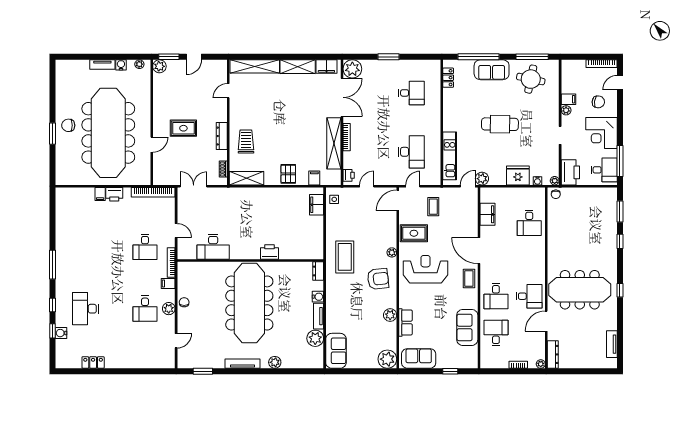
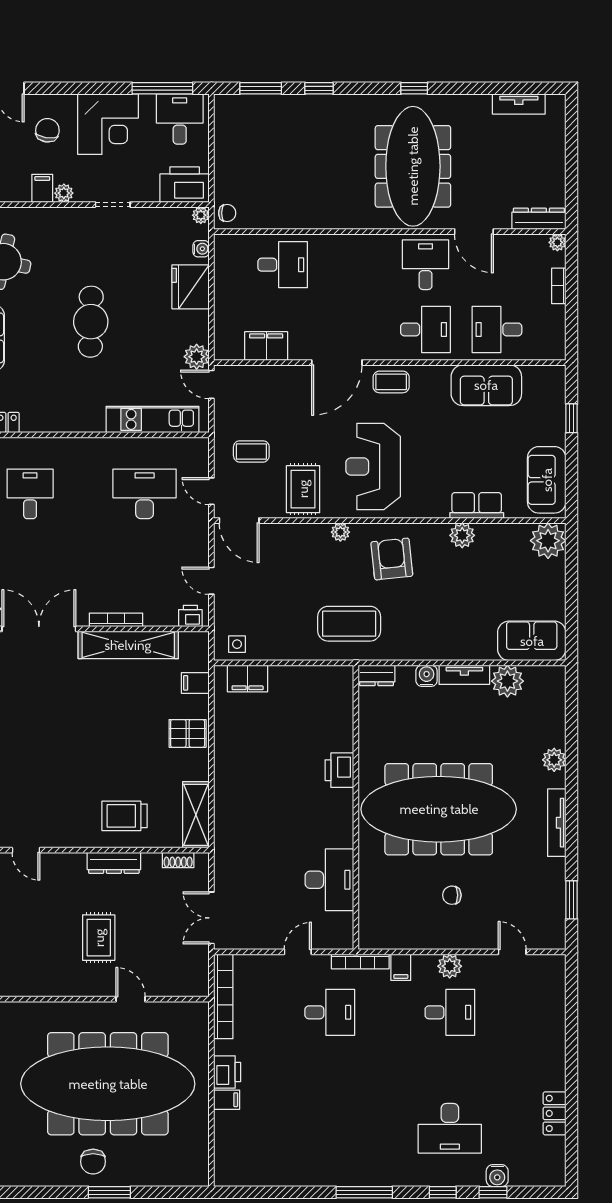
chair: (184, 302) -> (452, 895), moved

